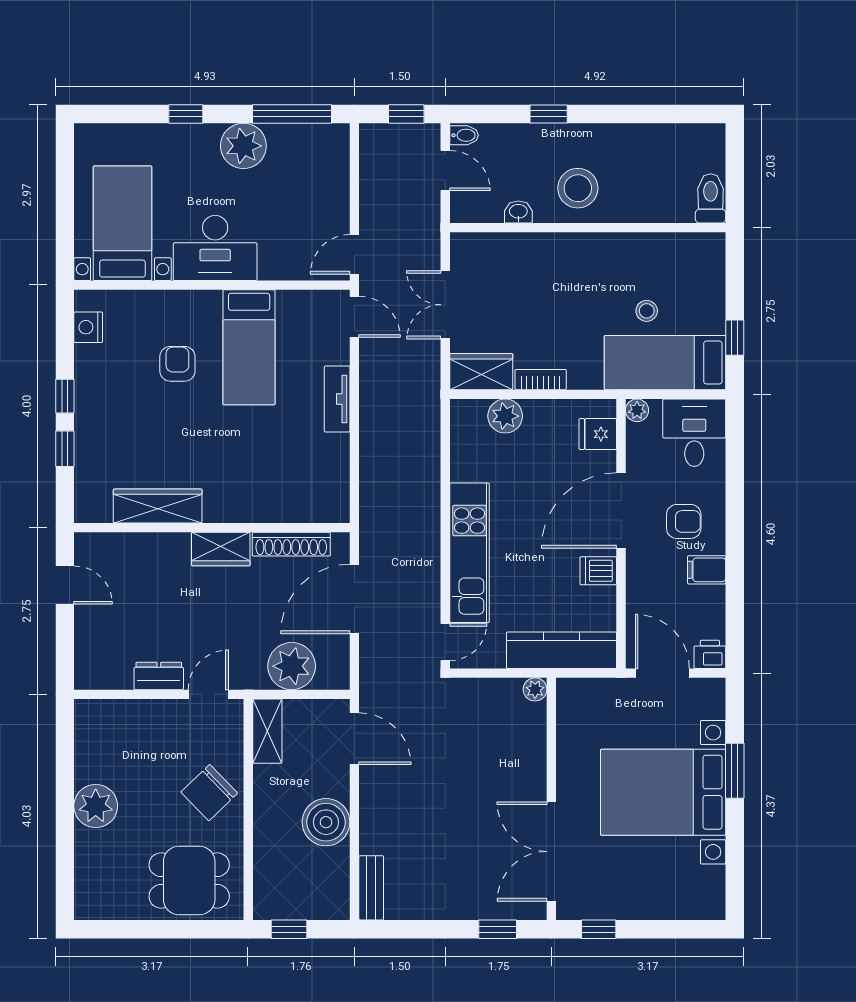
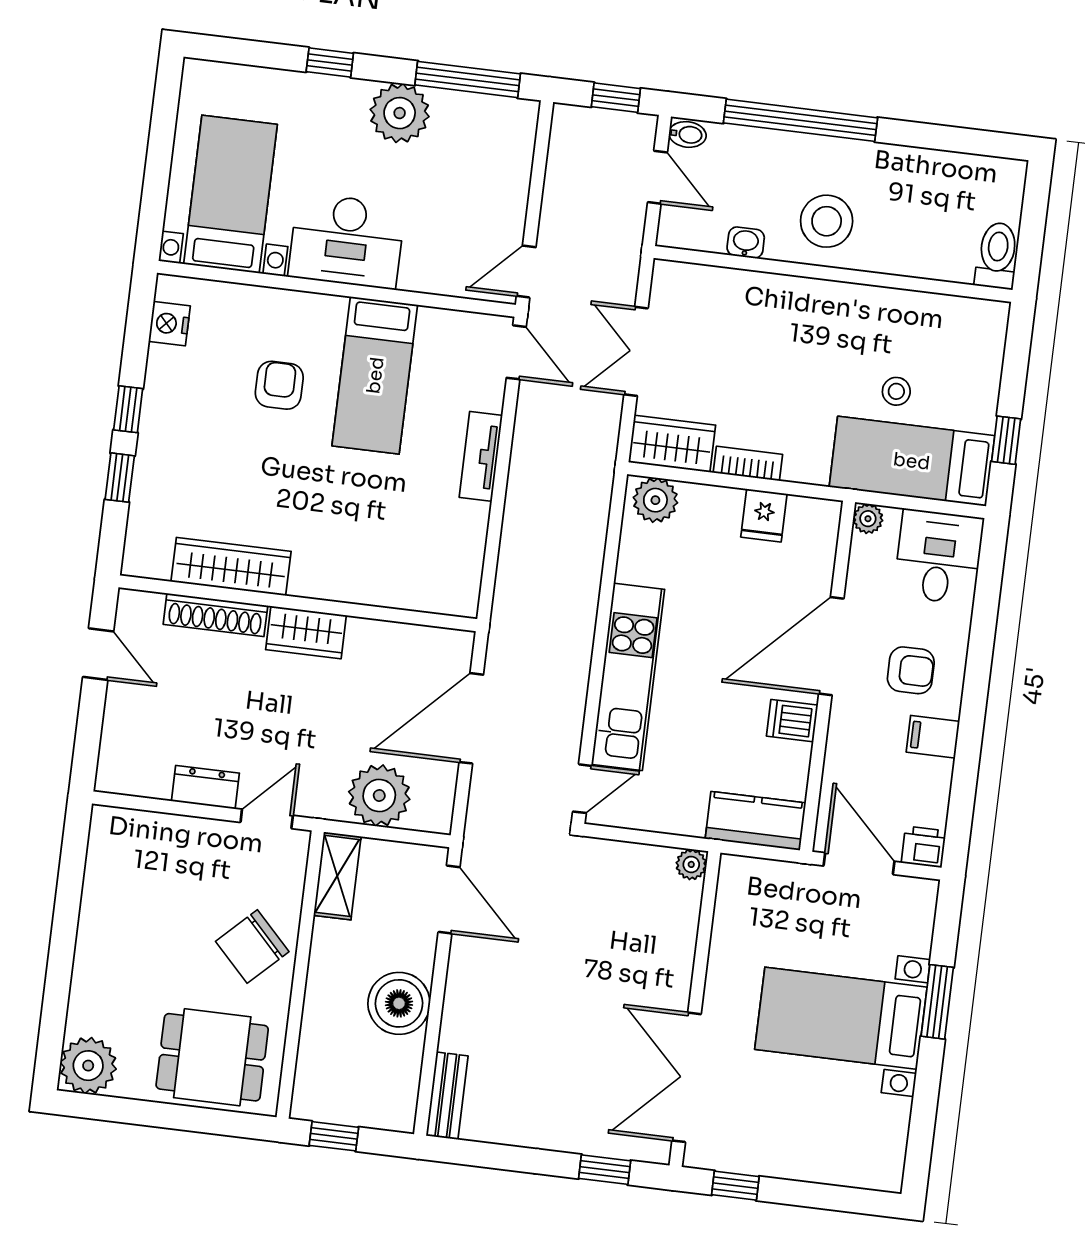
window: (549, 114) -> (800, 120), width x3.17
plant: (505, 416) -> (655, 500), moved
fridge: (598, 434) -> (764, 515), moved, turned -90
shoe rack: (291, 544) -> (215, 615), moved
kitchen counter: (562, 650) -> (756, 821), width x0.67
bed with nightstands: (663, 792) -> (841, 1018), width x0.73
plant: (96, 806) -> (88, 1066), moved

